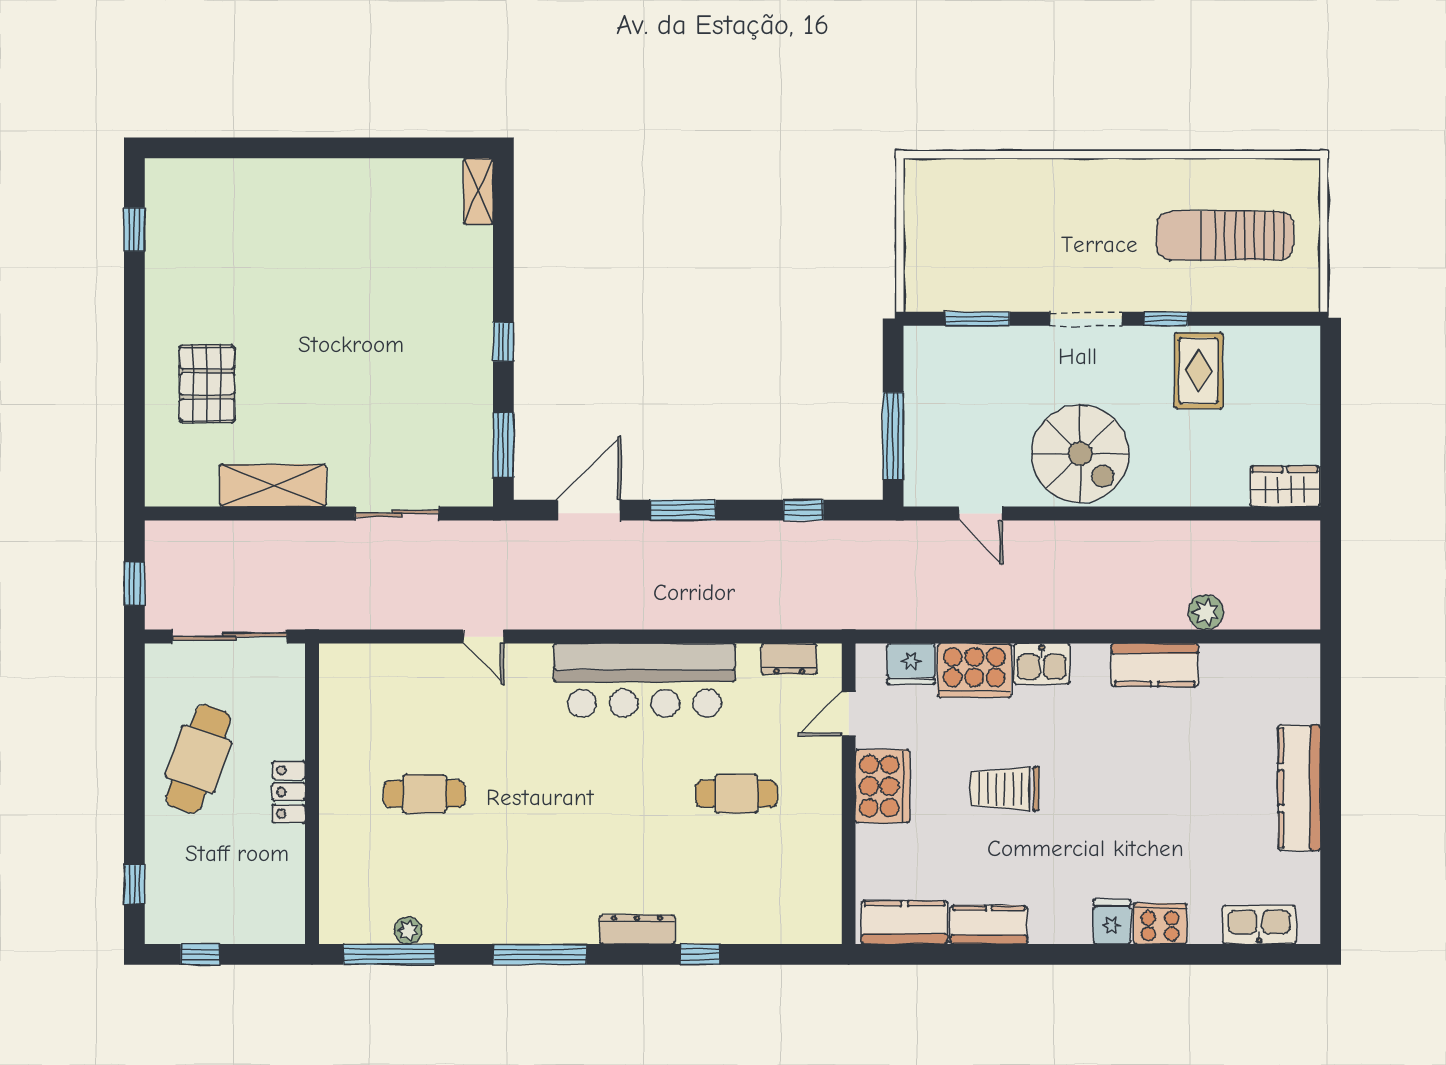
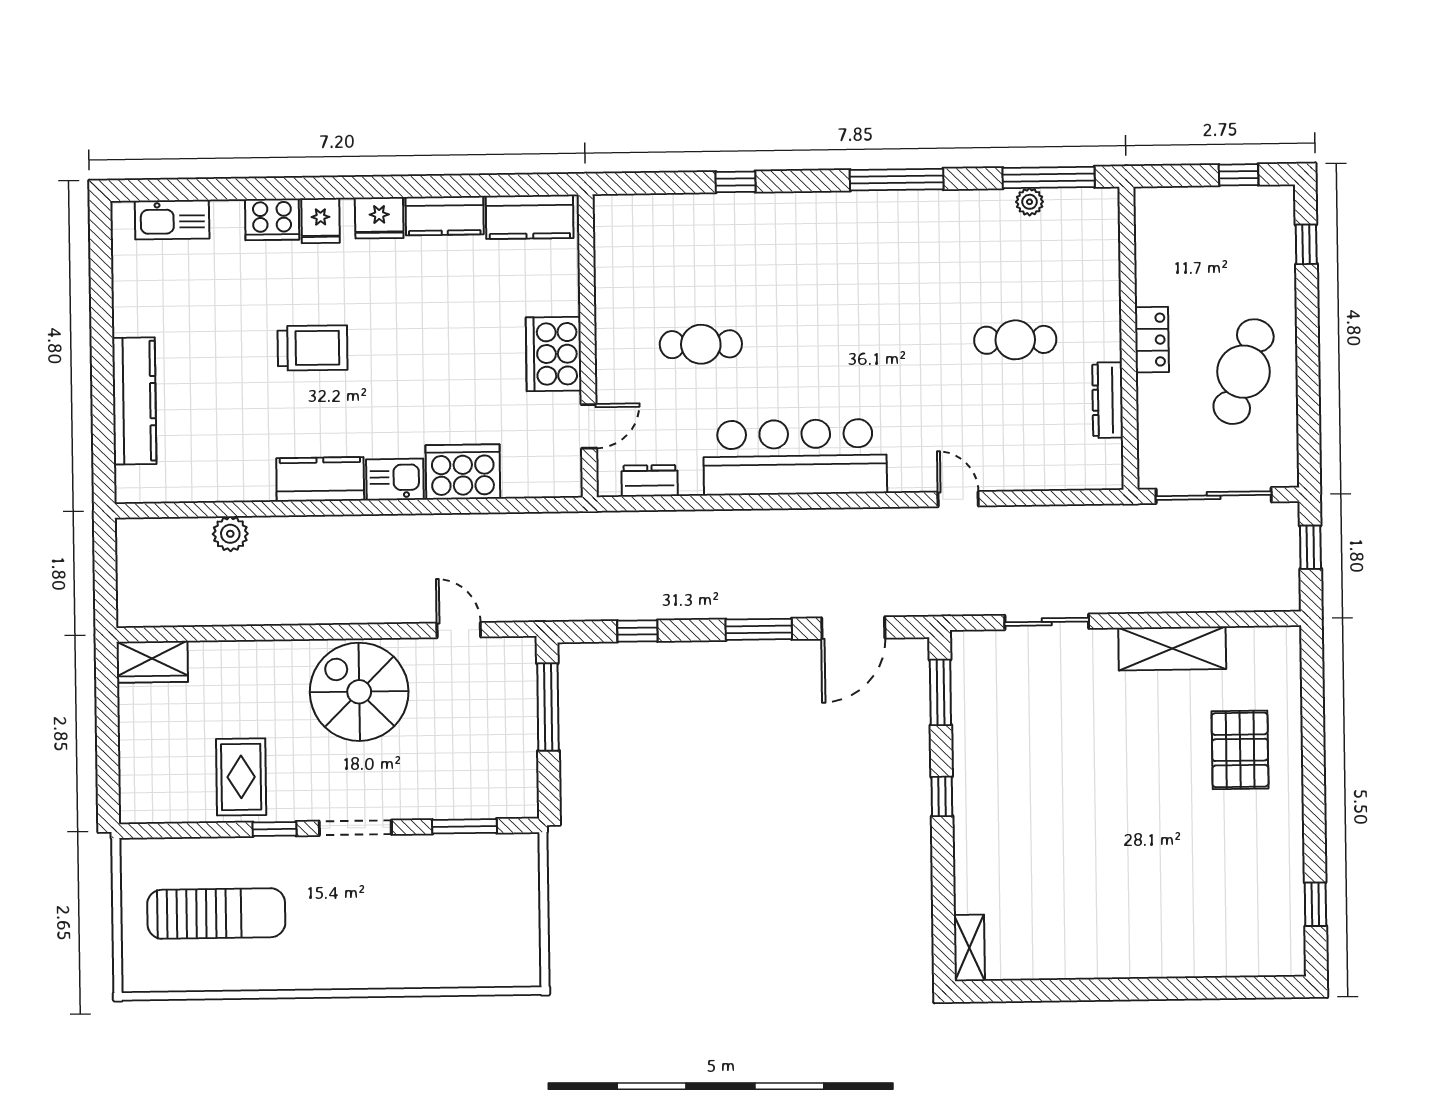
fridge: (911, 664) -> (379, 218), moved, turned 180
kitchen counter: (1155, 665) -> (320, 479), moved
kitchen counter: (1299, 788) -> (134, 401), moved
trolley: (1005, 789) -> (313, 348), moved
dresser: (637, 929) -> (1108, 400), moved, turned 90

